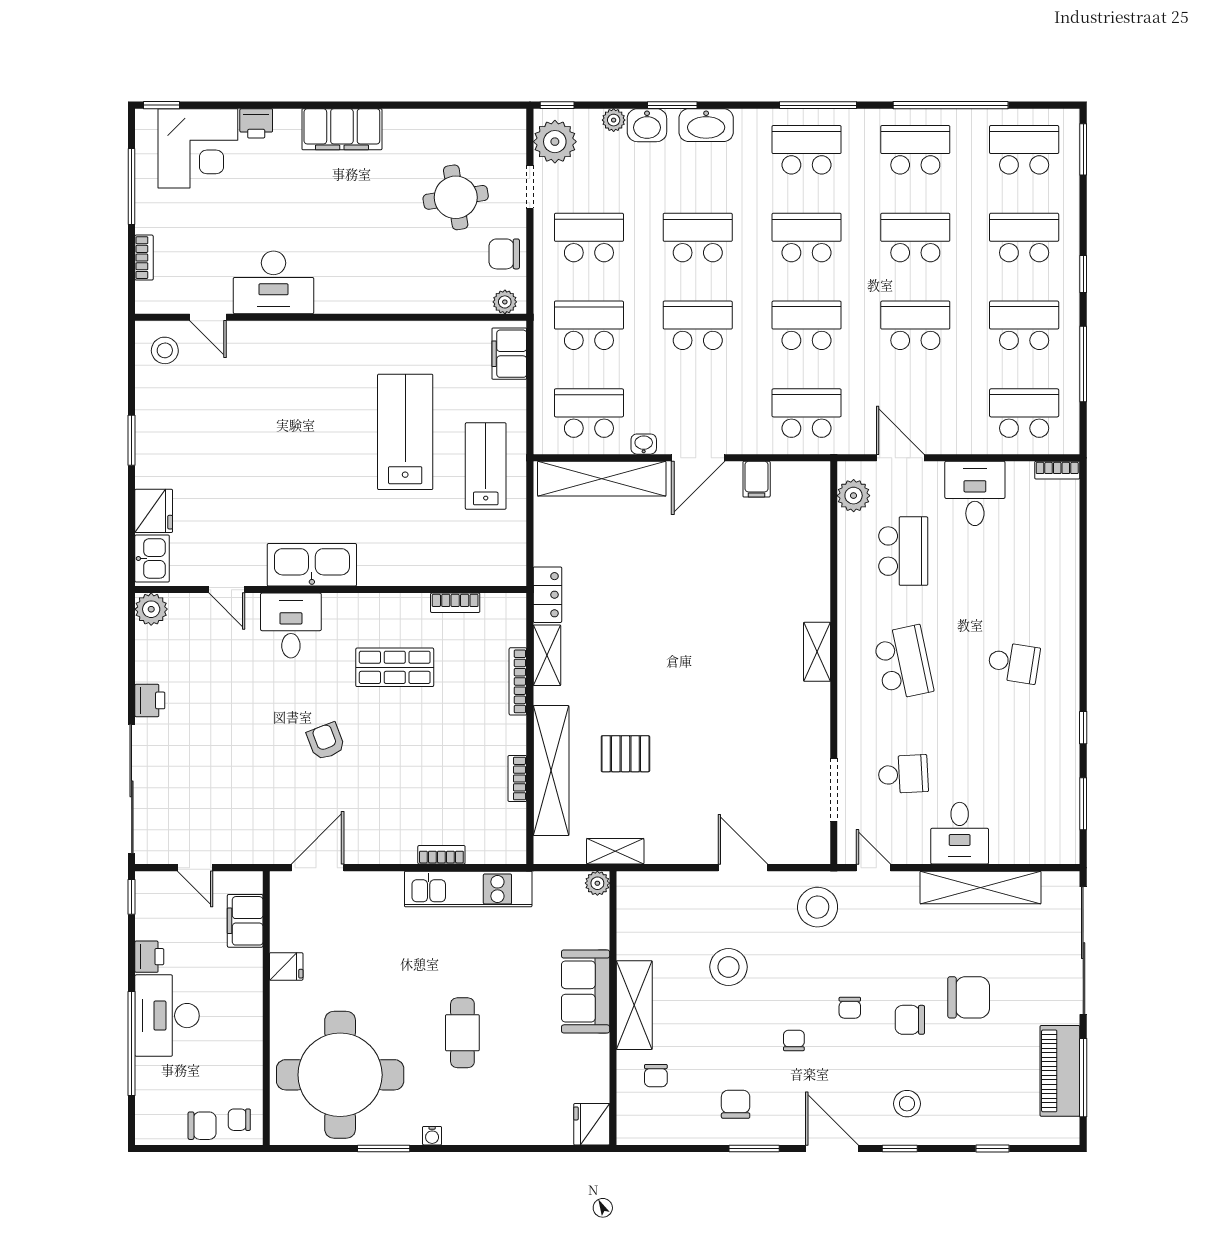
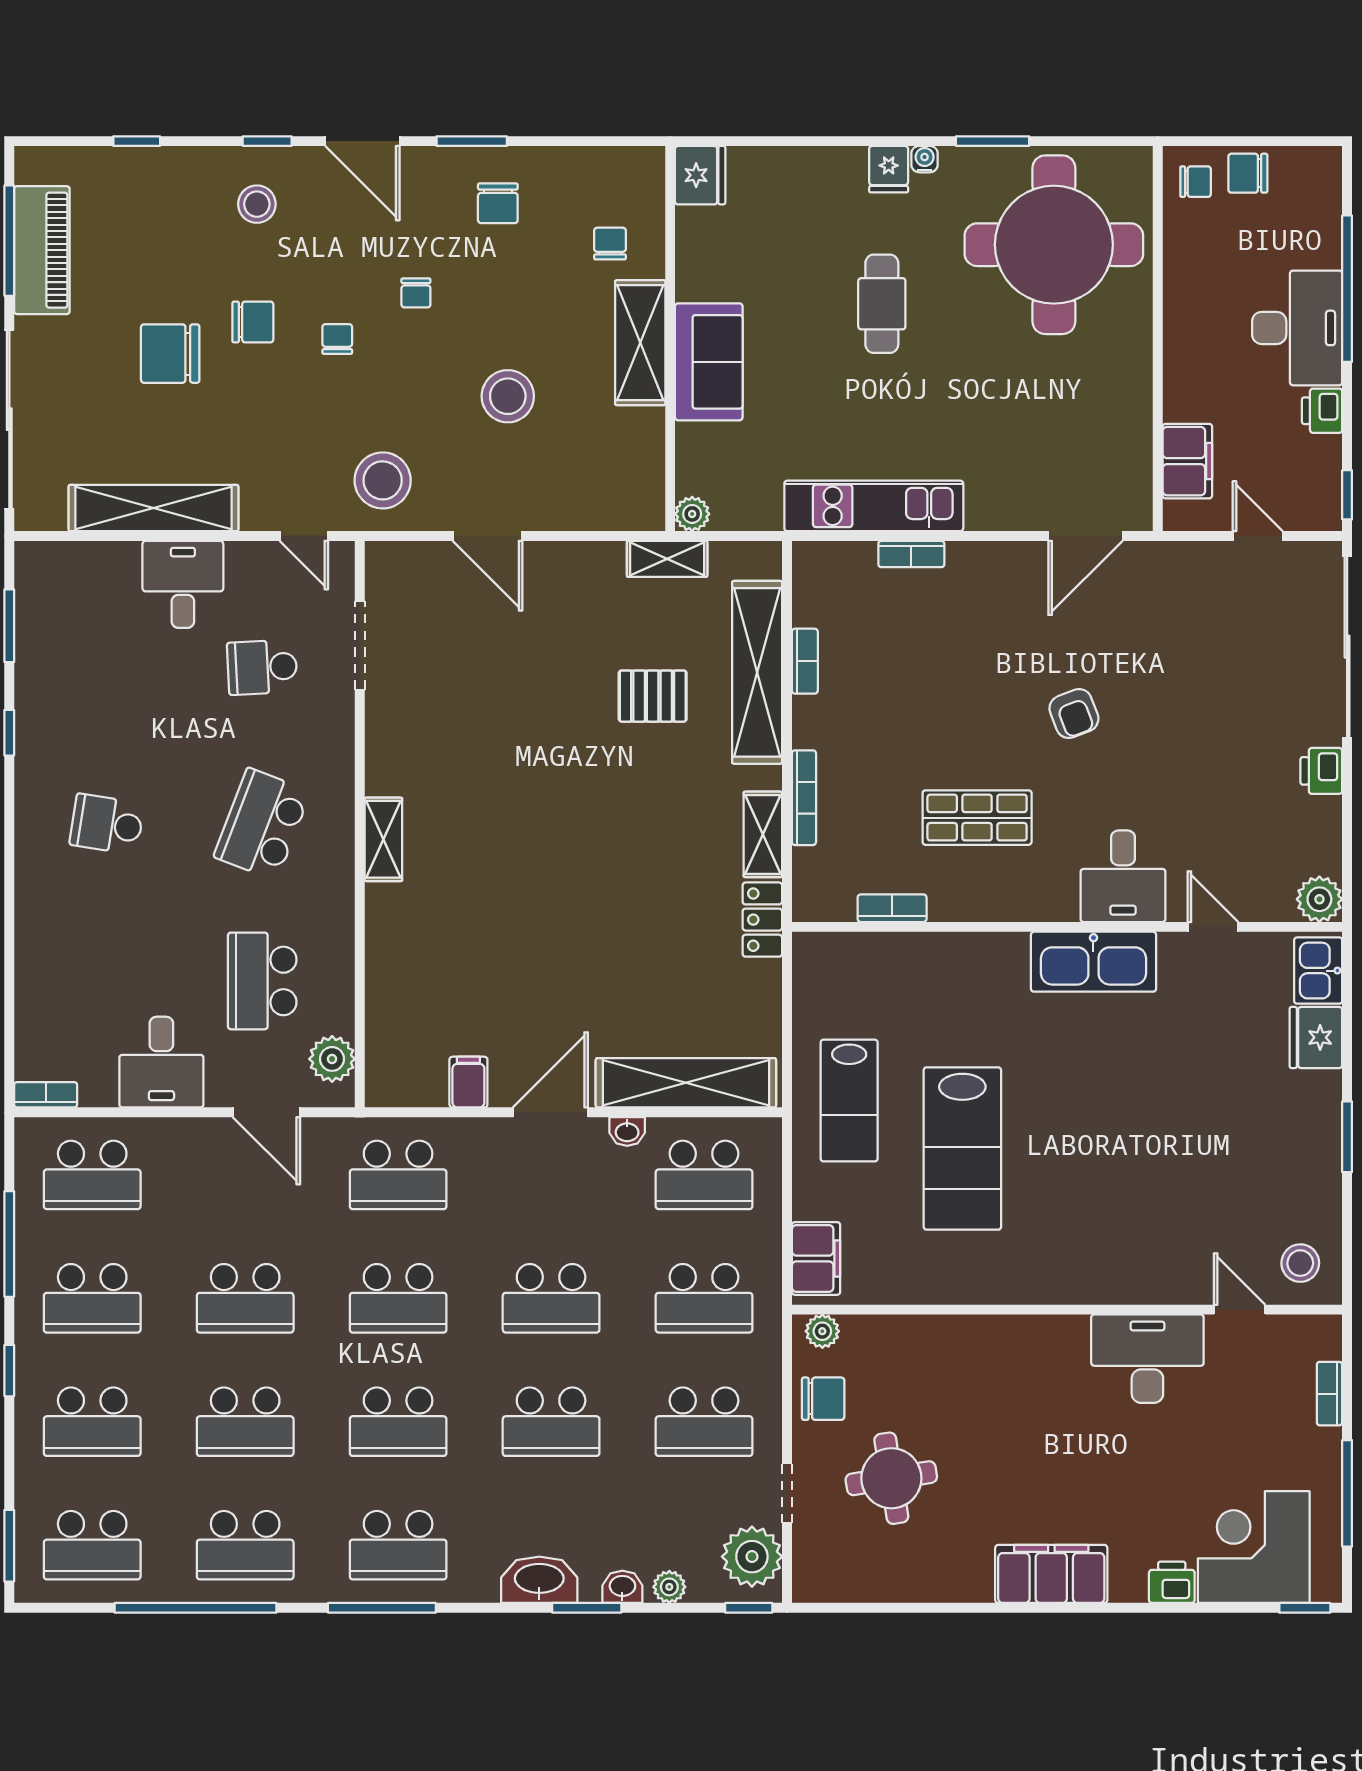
washbasin: (647, 125) -> (622, 1587), width x0.72, depth x0.69
school desk: (903, 663) -> (262, 824), turned 33
fridge: (286, 966) -> (889, 169), moved, turned -90

